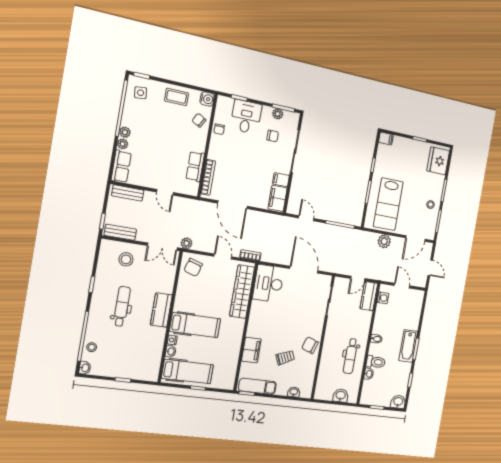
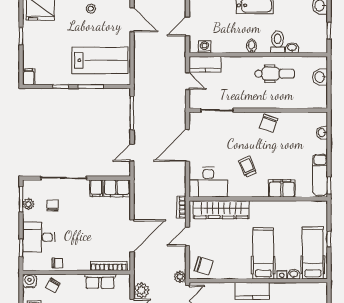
plant: (384, 241) -> (142, 290), moved
trolley: (285, 358) -> (248, 167), moved

